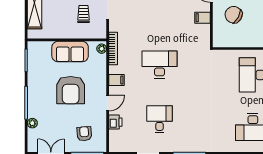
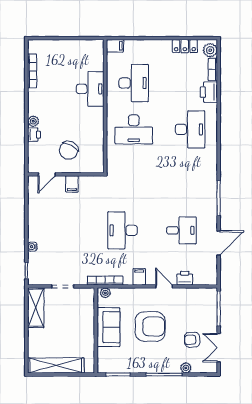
trolley: (83, 14) -> (68, 313), removed
desk: (160, 119) -> (181, 230), turned 180
armchair: (84, 134) -> (192, 340), moved

